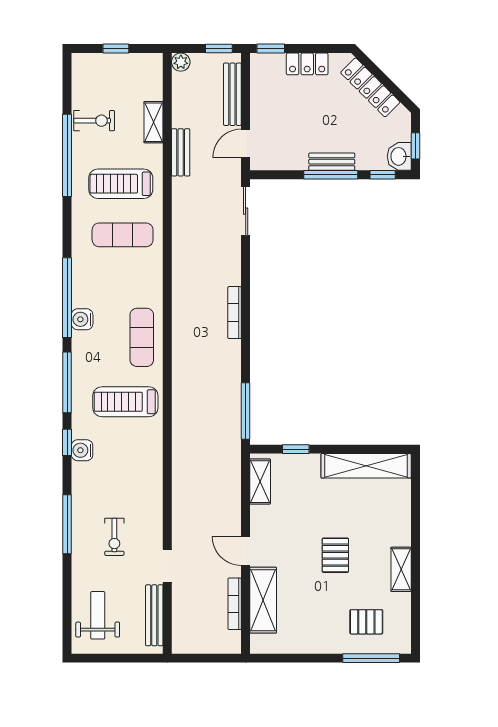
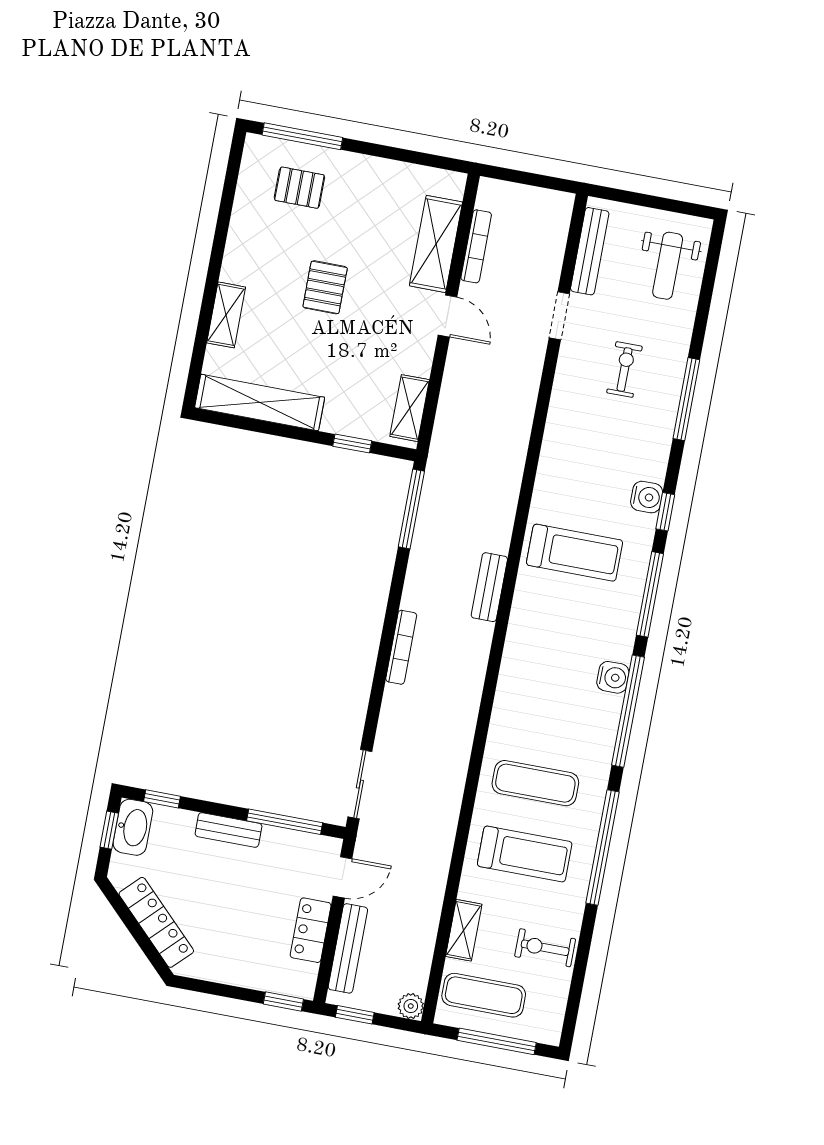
window: (116, 49) -> (497, 1041), width x2.17
locker: (307, 64) -> (311, 930), moved, turned -90
bench: (181, 152) -> (489, 587), moved
window: (67, 155) -> (602, 847), moved
washbasin: (399, 156) -> (133, 827), width x1.38
window: (331, 175) -> (285, 822), moved
exercise mat: (142, 337) -> (484, 995), moved, turned 90
shelving: (401, 569) -> (226, 315), moved

